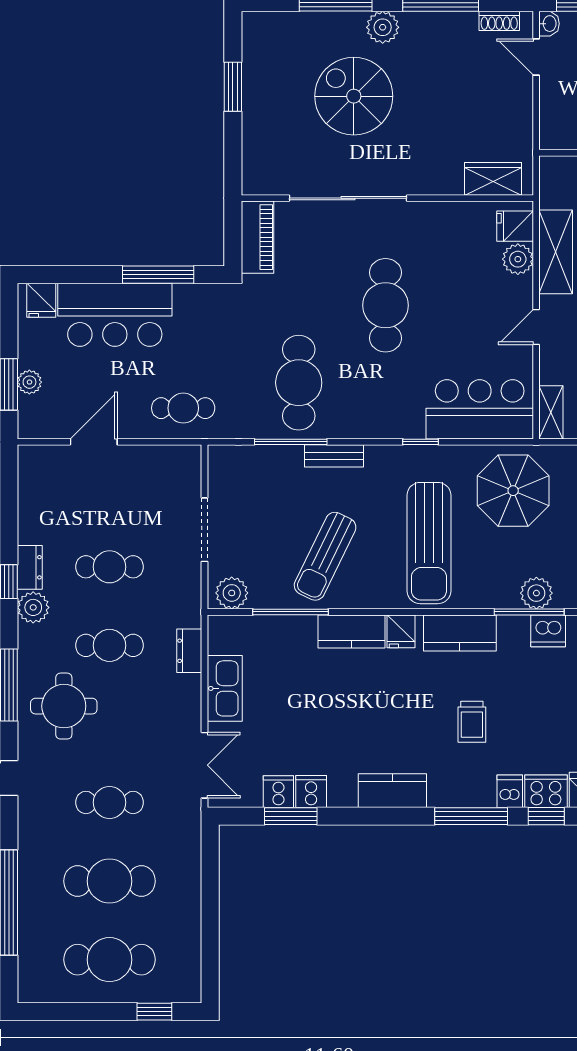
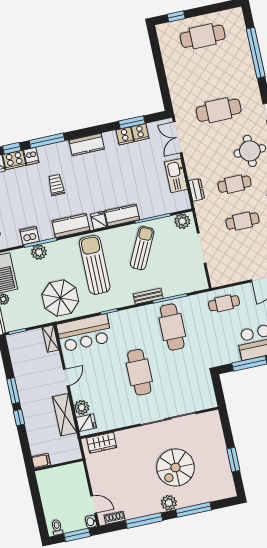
spiral stairs: (354, 96) -> (175, 468), turned 90
piano: (257, 237) -> (206, 391), removed
cafe table: (109, 802) -> (219, 110), width x1.37, depth x1.35
cafe table: (109, 881) -> (211, 73), removed

